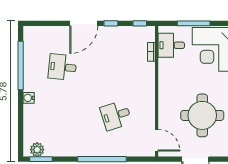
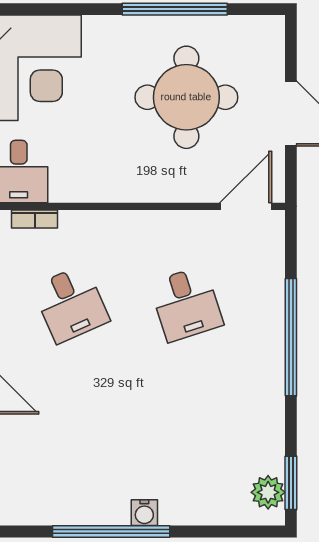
window: (21, 66) -> (111, 532), moved
desk: (62, 67) -> (71, 304), moved, turned -30

